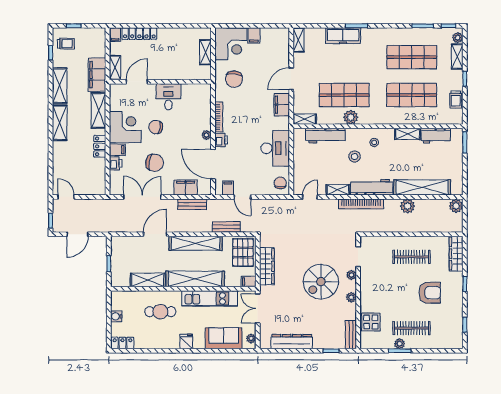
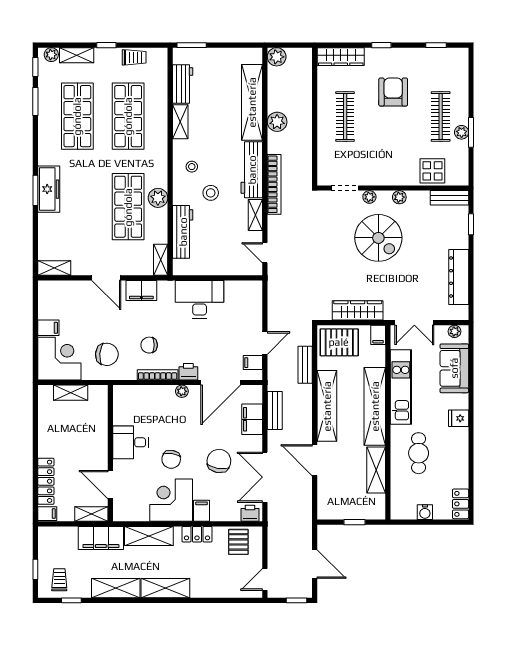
freezer: (343, 36) -> (49, 189), moved
printer: (116, 163) -> (250, 513), moved
pallet: (94, 177) -> (238, 542), added
chair: (280, 183) -> (149, 345), moved

